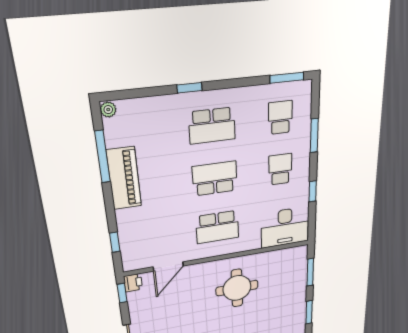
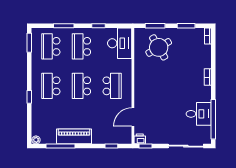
school desk: (280, 118) -> (51, 46), width x1.85
school desk: (212, 126) -> (51, 86), turned 180
school desk: (280, 169) -> (81, 46), width x1.85
door: (168, 266) -> (133, 117), swing flipped
round table: (237, 288) -> (159, 47), moved, turned -30

